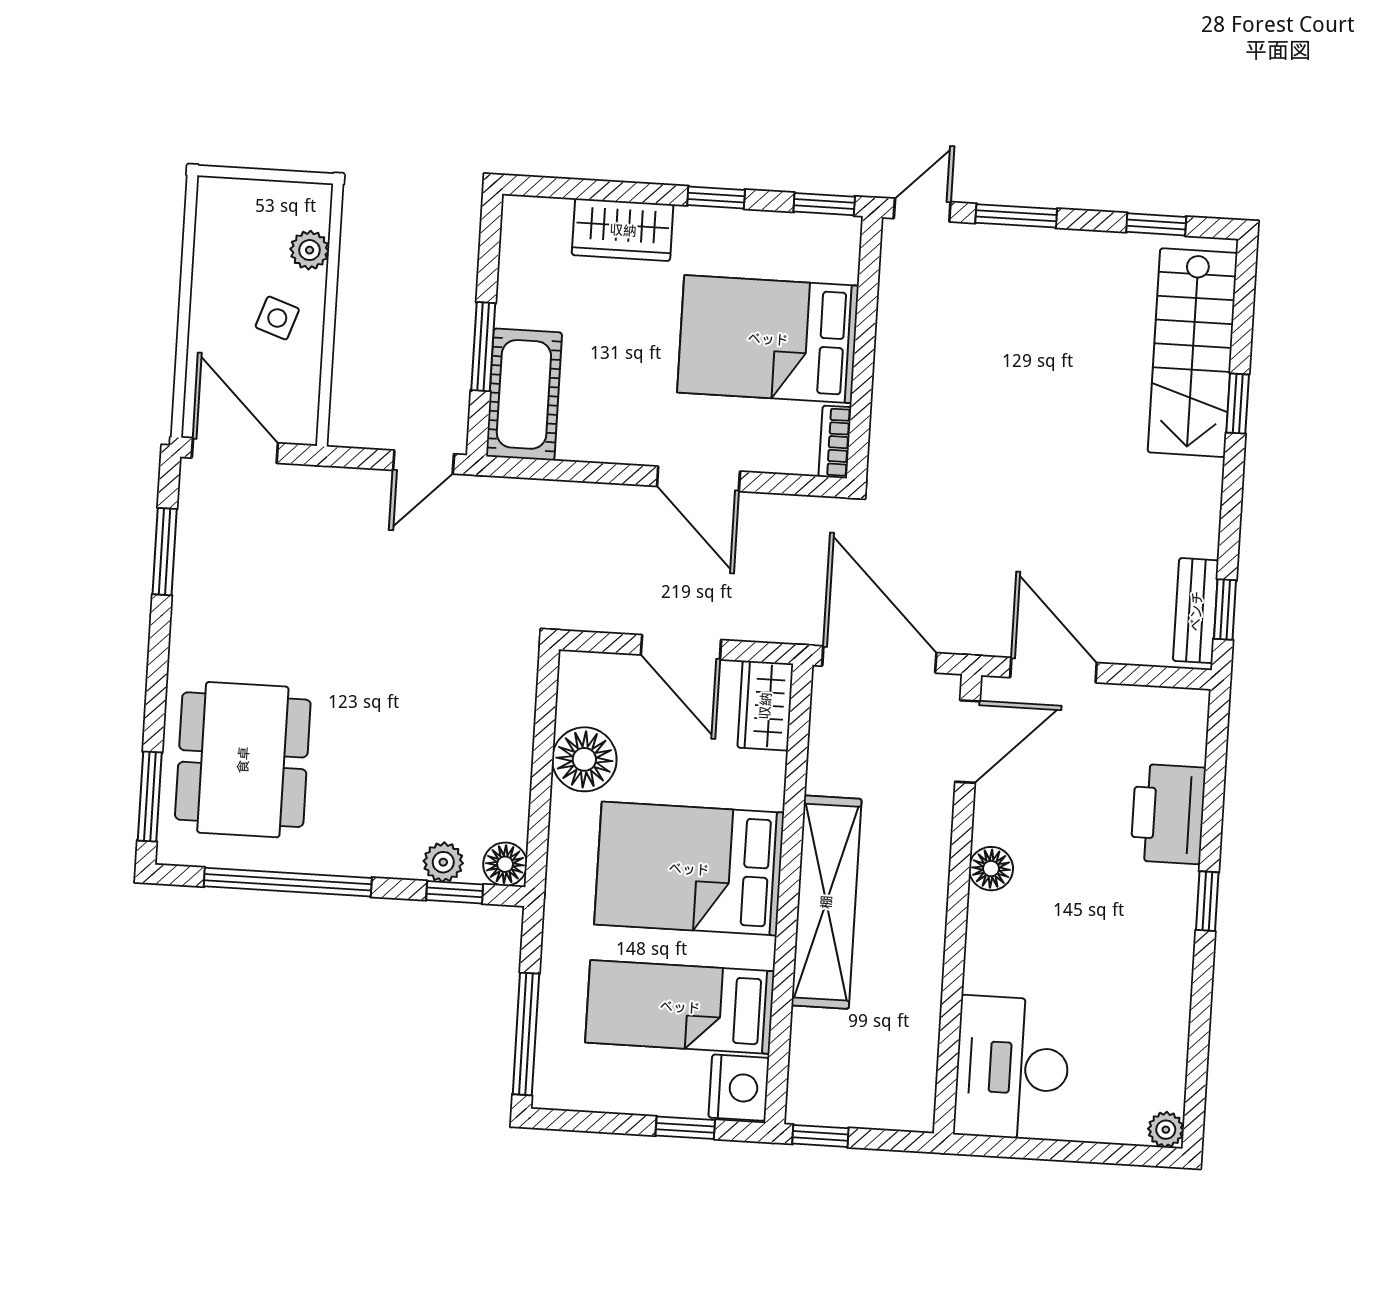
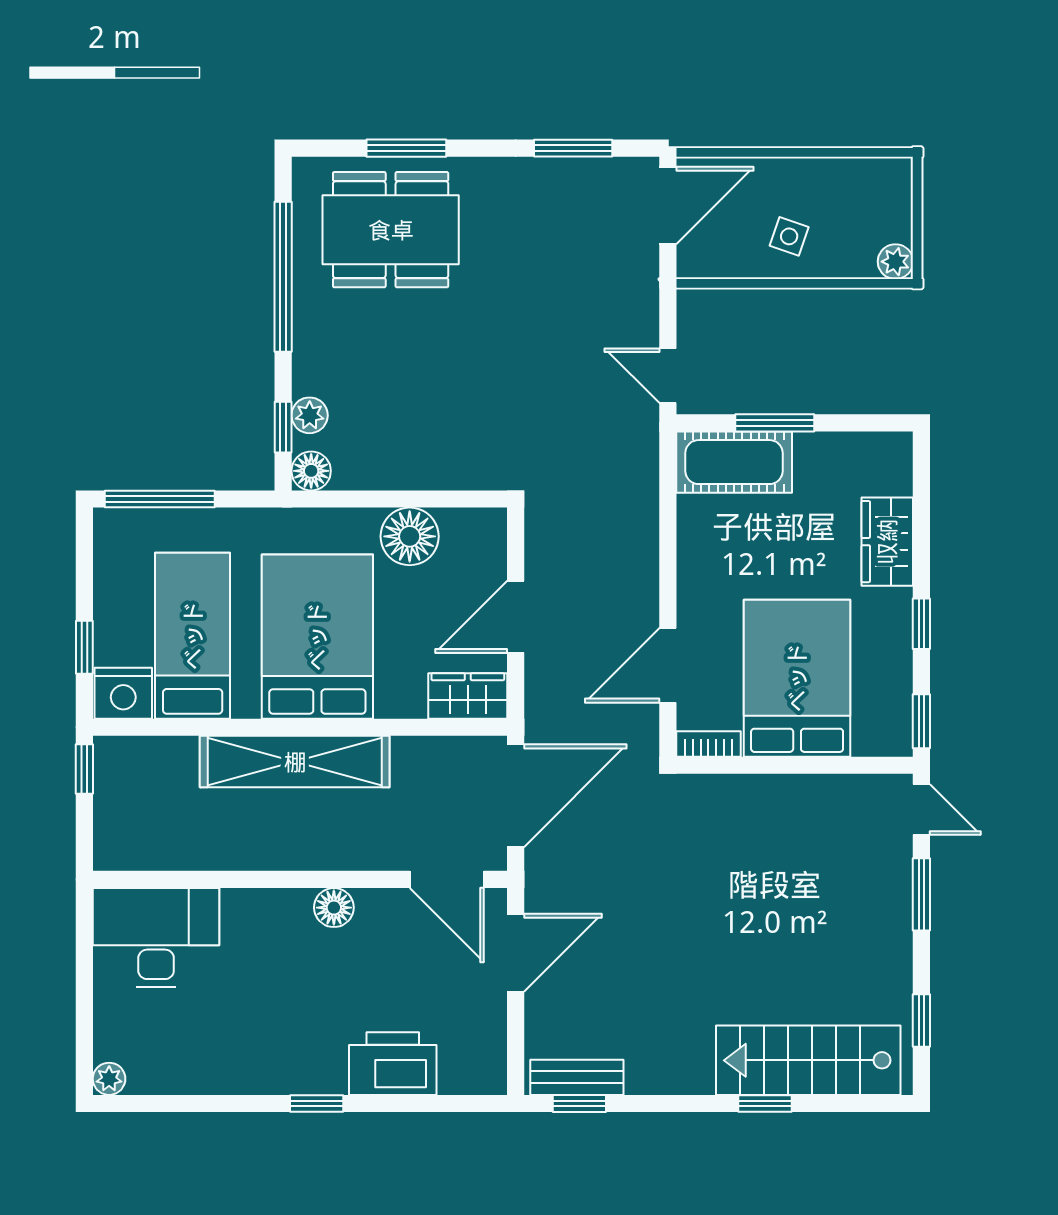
plant: (310, 250) -> (895, 262), moved
door: (698, 479) -> (668, 665), moved
window: (150, 796) -> (406, 148), moved

